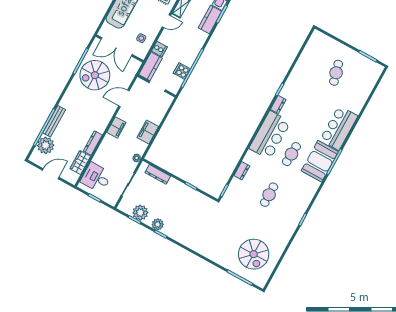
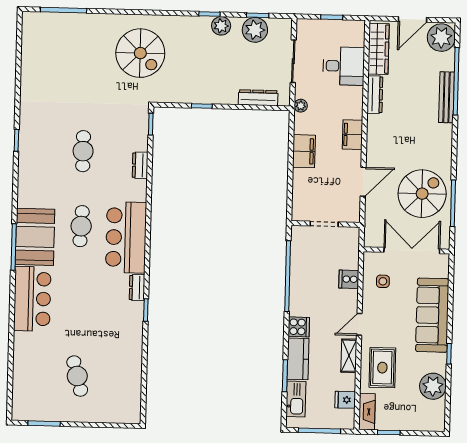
kitchen counter: (150, 66) -> (349, 248), removed
cooker: (182, 71) -> (299, 327), moved
plant: (46, 145) -> (441, 38), moved
wardrobe: (80, 162) -> (379, 49), width x1.50
desk: (96, 178) -> (344, 66), moved
spiral stairs: (254, 254) -> (140, 53), moved, turned 180

